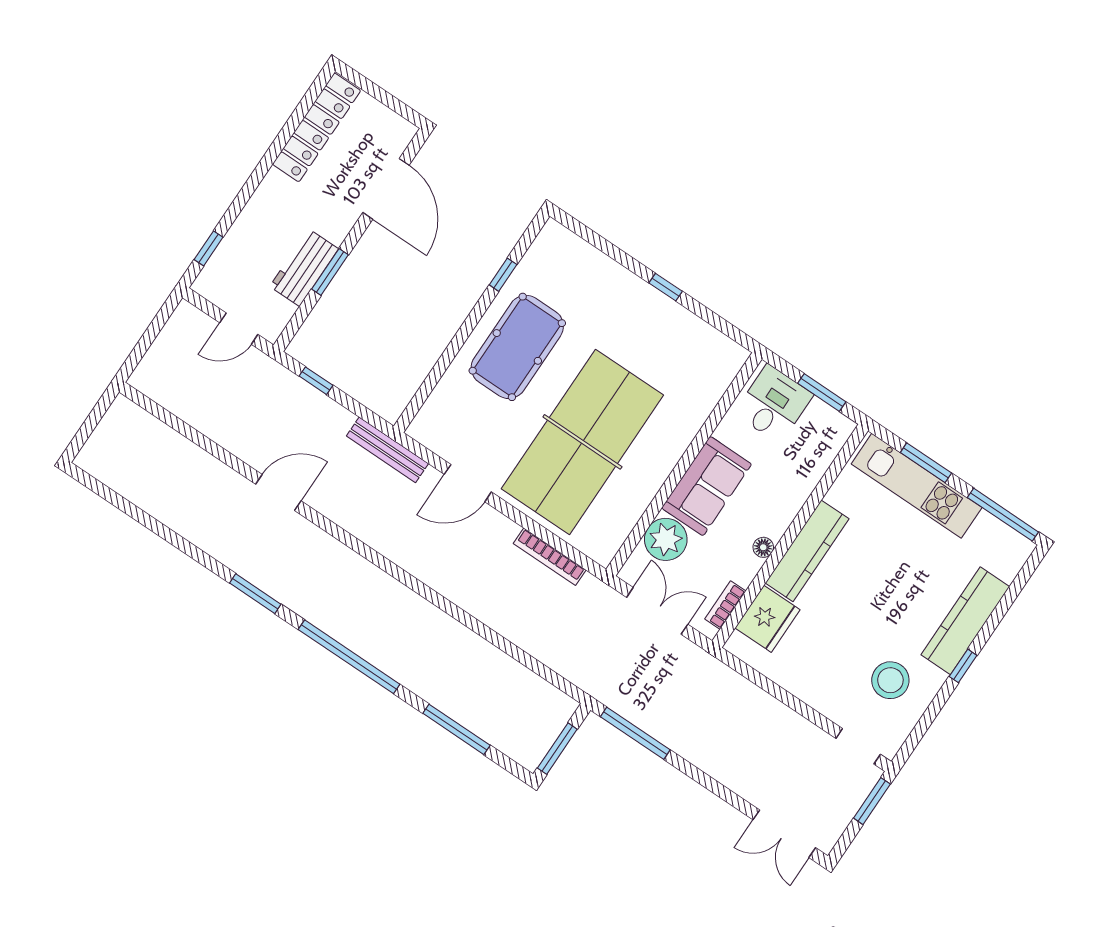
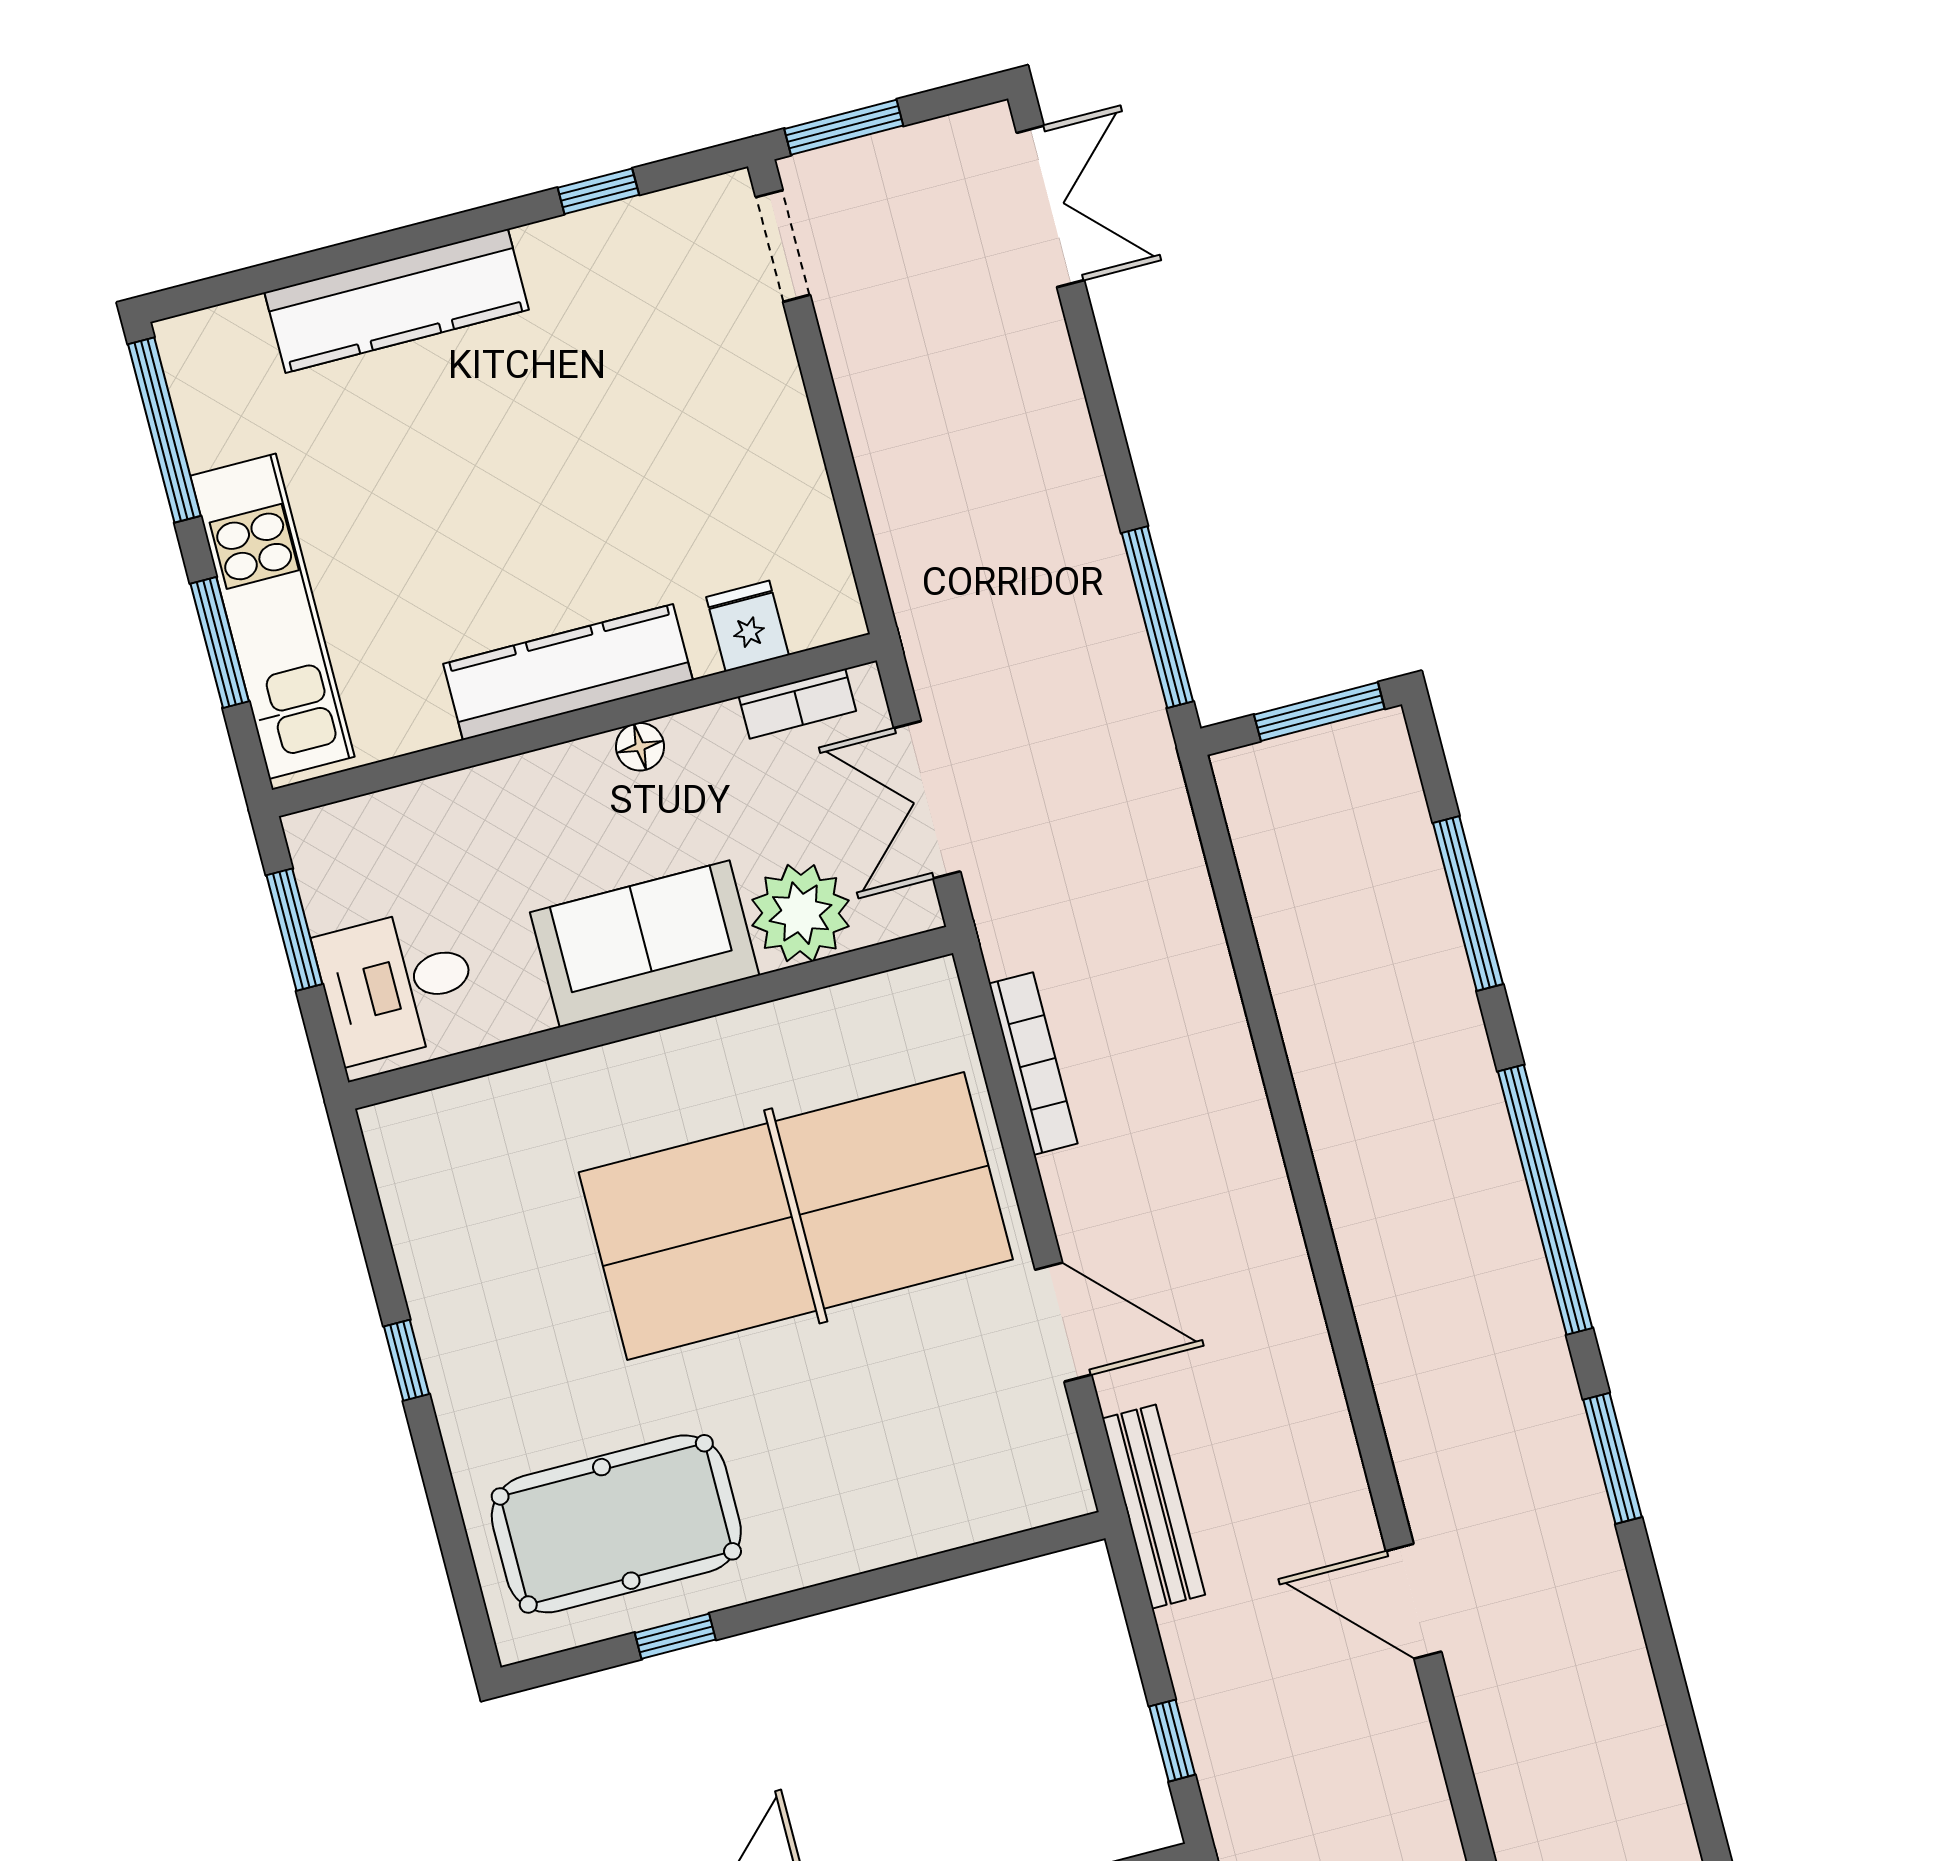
pool table: (517, 347) -> (616, 1524), moved
fridge: (767, 619) -> (747, 626), width x0.53, depth x0.75
window: (963, 666) -> (598, 191), moved
stool: (890, 680) -> (622, 313), removed

